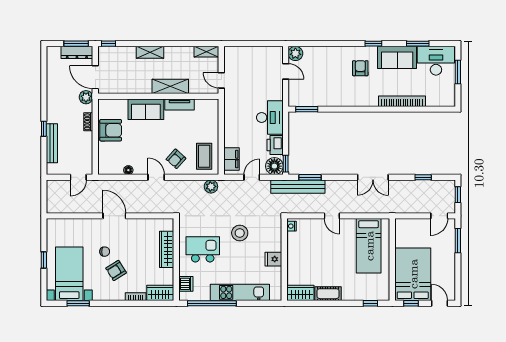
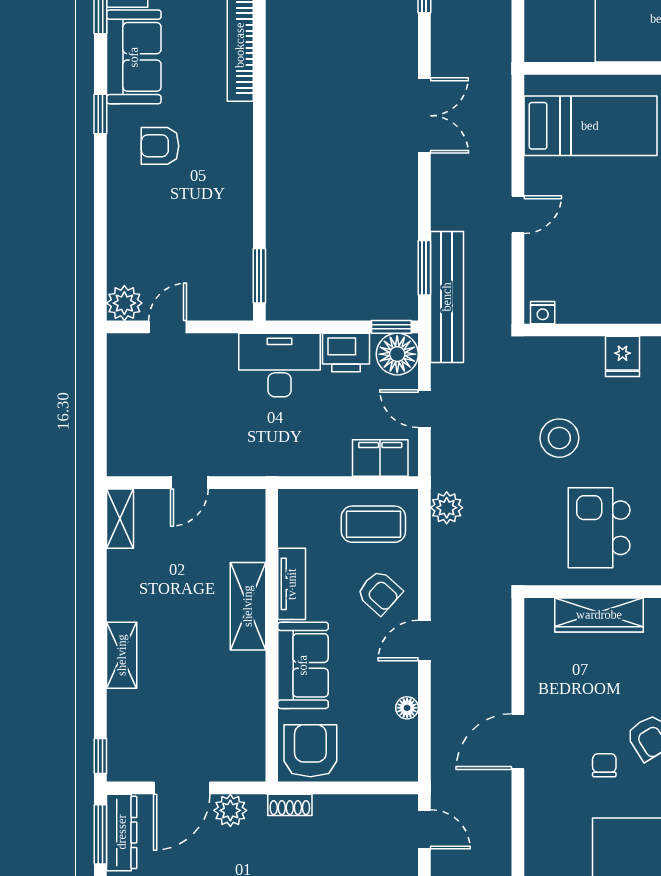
shelving: (170, 86) -> (248, 606), moved
wall: (158, 96) -> (272, 635), moved
tv unit: (180, 104) -> (292, 584), moved
sofa: (146, 109) -> (303, 665), moved

